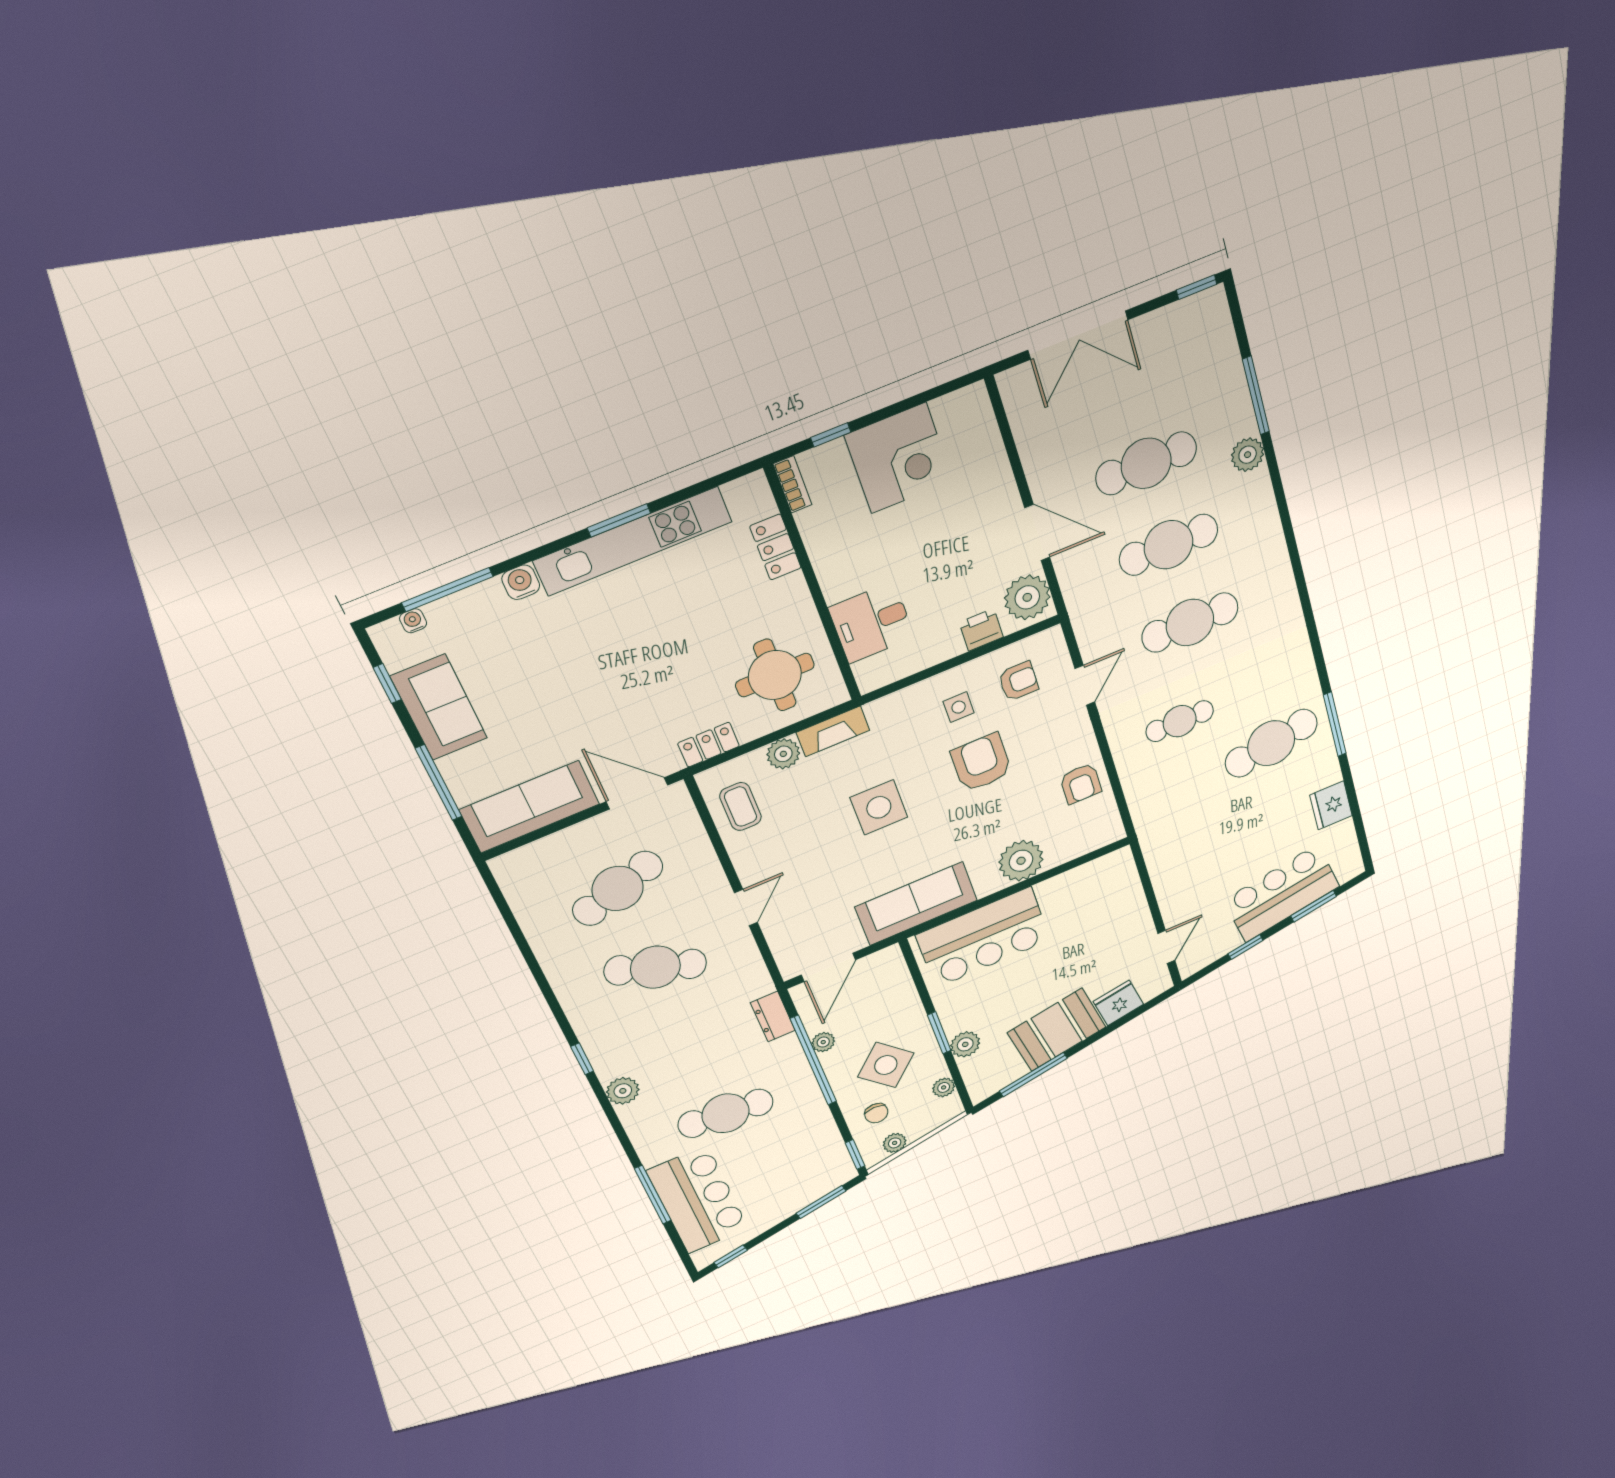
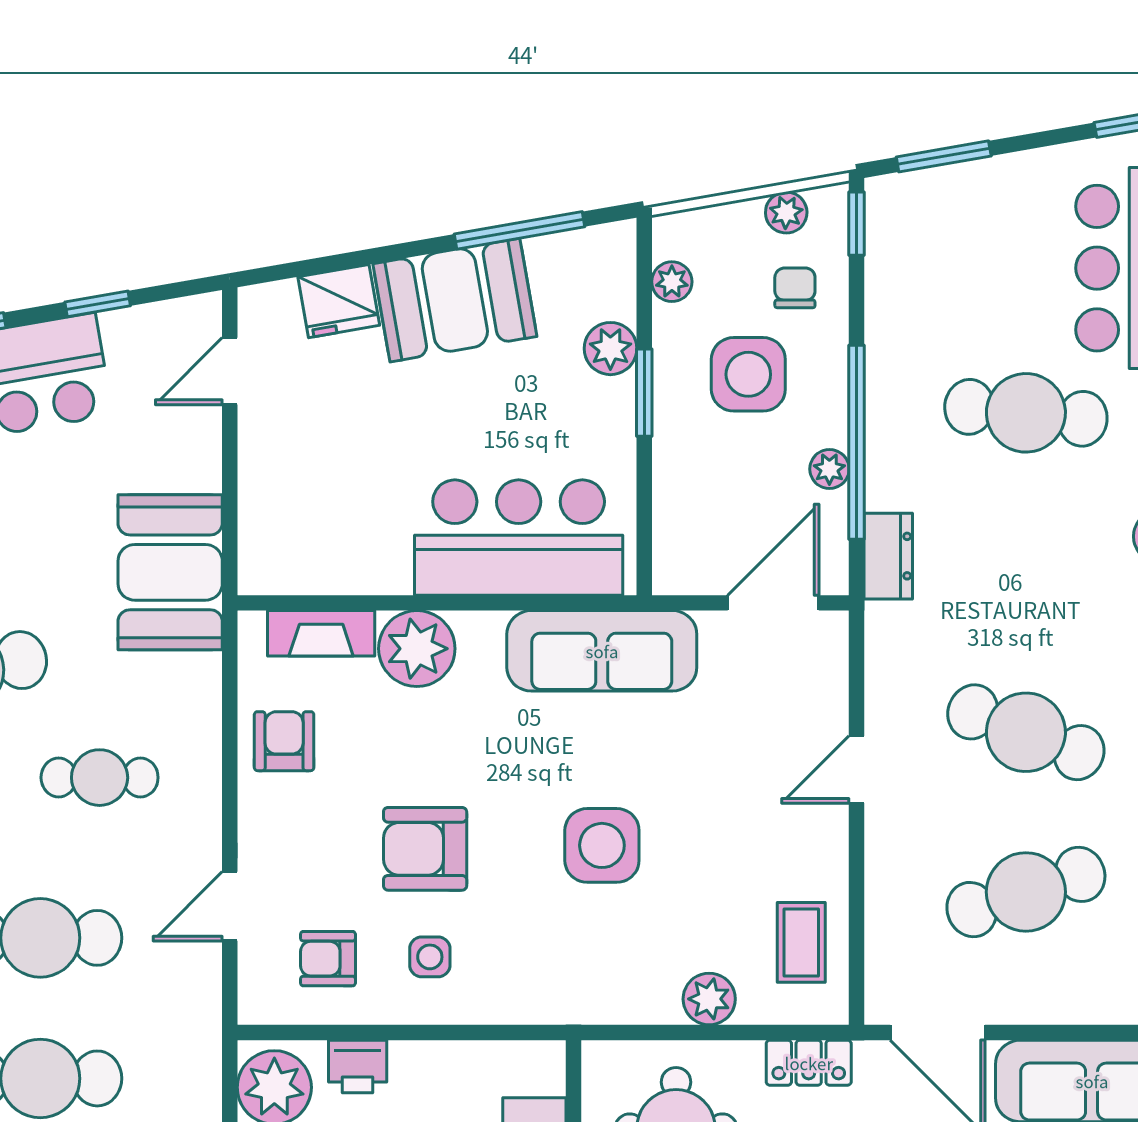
fireplace: (833, 731) -> (321, 633), moved, turned 180
armchair: (981, 763) -> (425, 849), turned 90
booth: (1170, 840) -> (170, 572), added
side table: (886, 1065) -> (748, 374), turned 45

